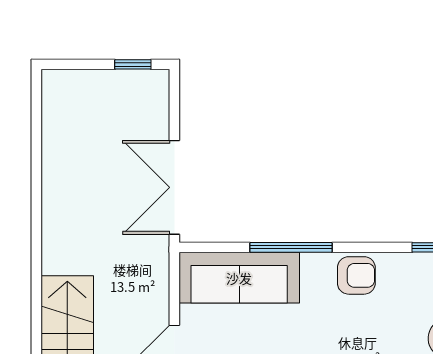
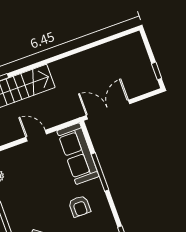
armchair: (356, 275) -> (80, 206), moved

